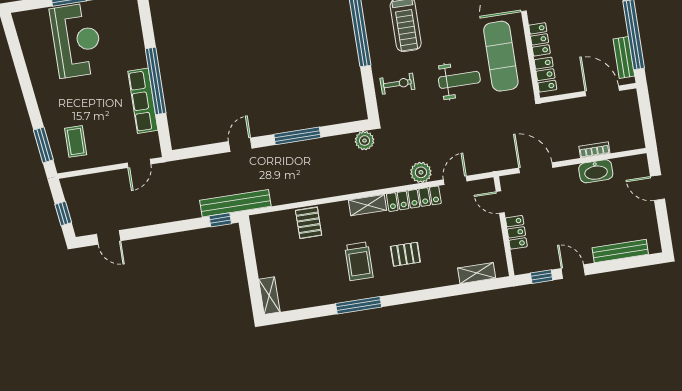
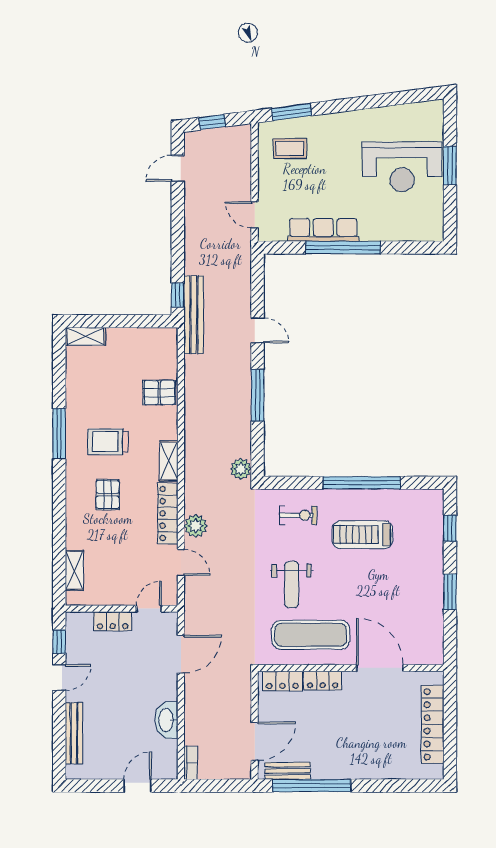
exercise bike: (397, 84) -> (298, 515), turned -90
bookcase: (594, 150) -> (191, 763), moved

